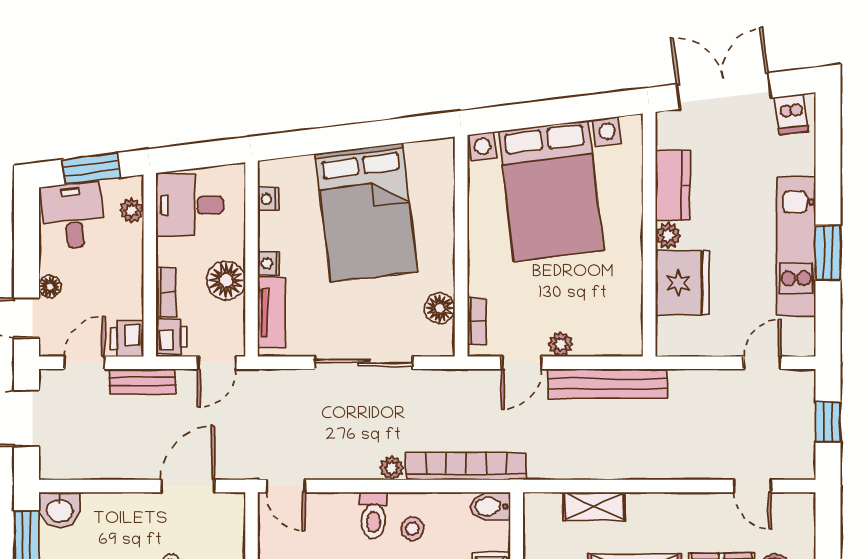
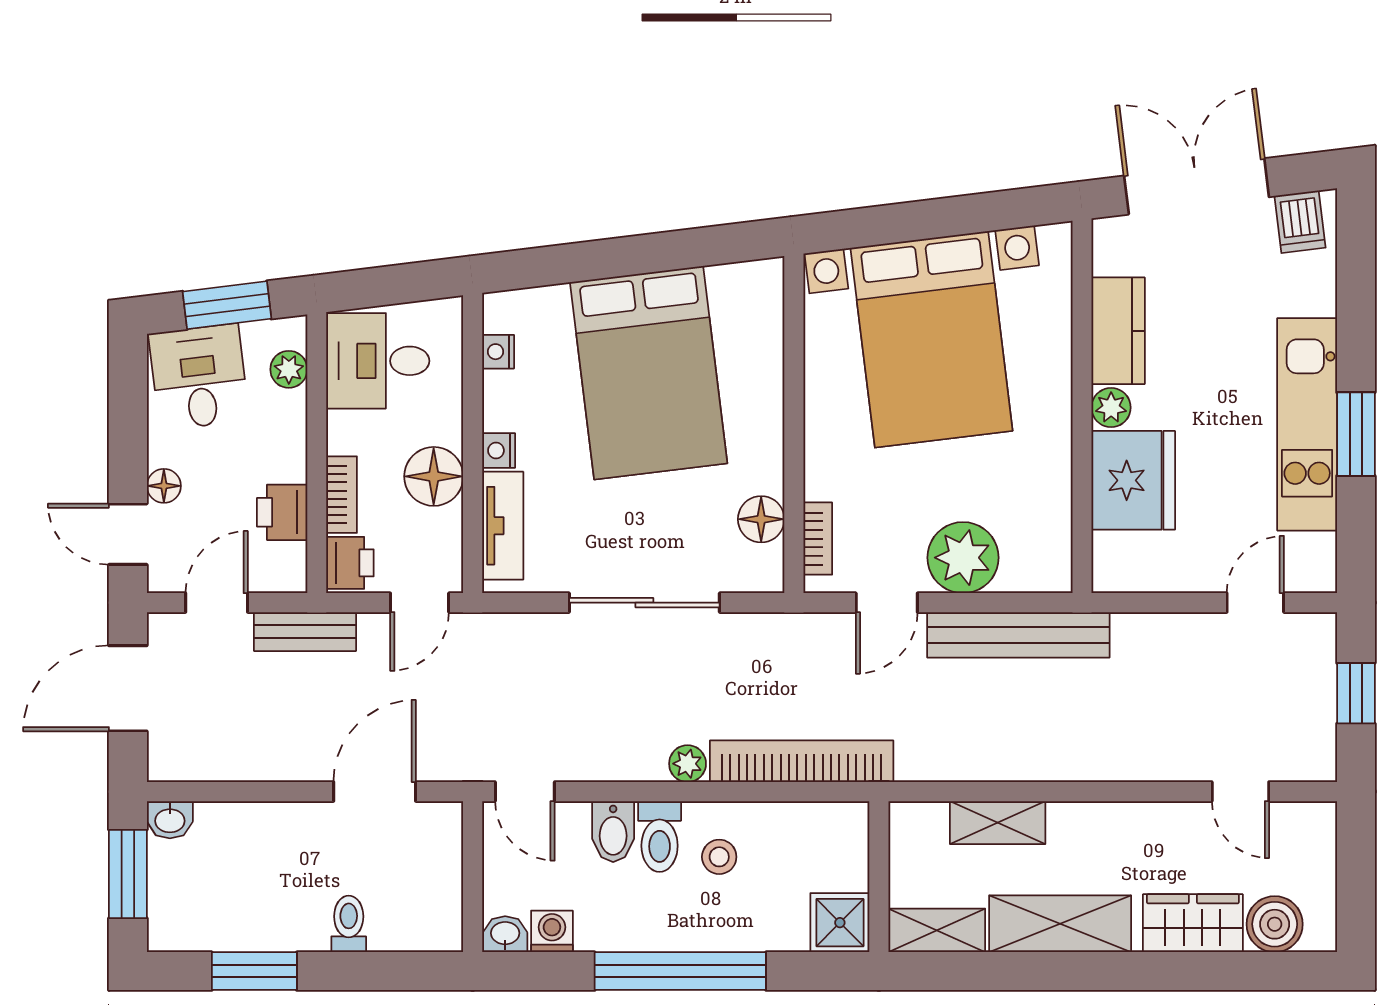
printer: (127, 338) -> (282, 512), moved
plant: (561, 344) -> (963, 558), width x1.87, depth x1.87
bidet: (491, 507) -> (613, 832), moved, turned -90
washbasin: (60, 510) -> (170, 820), width x0.72, depth x0.69

